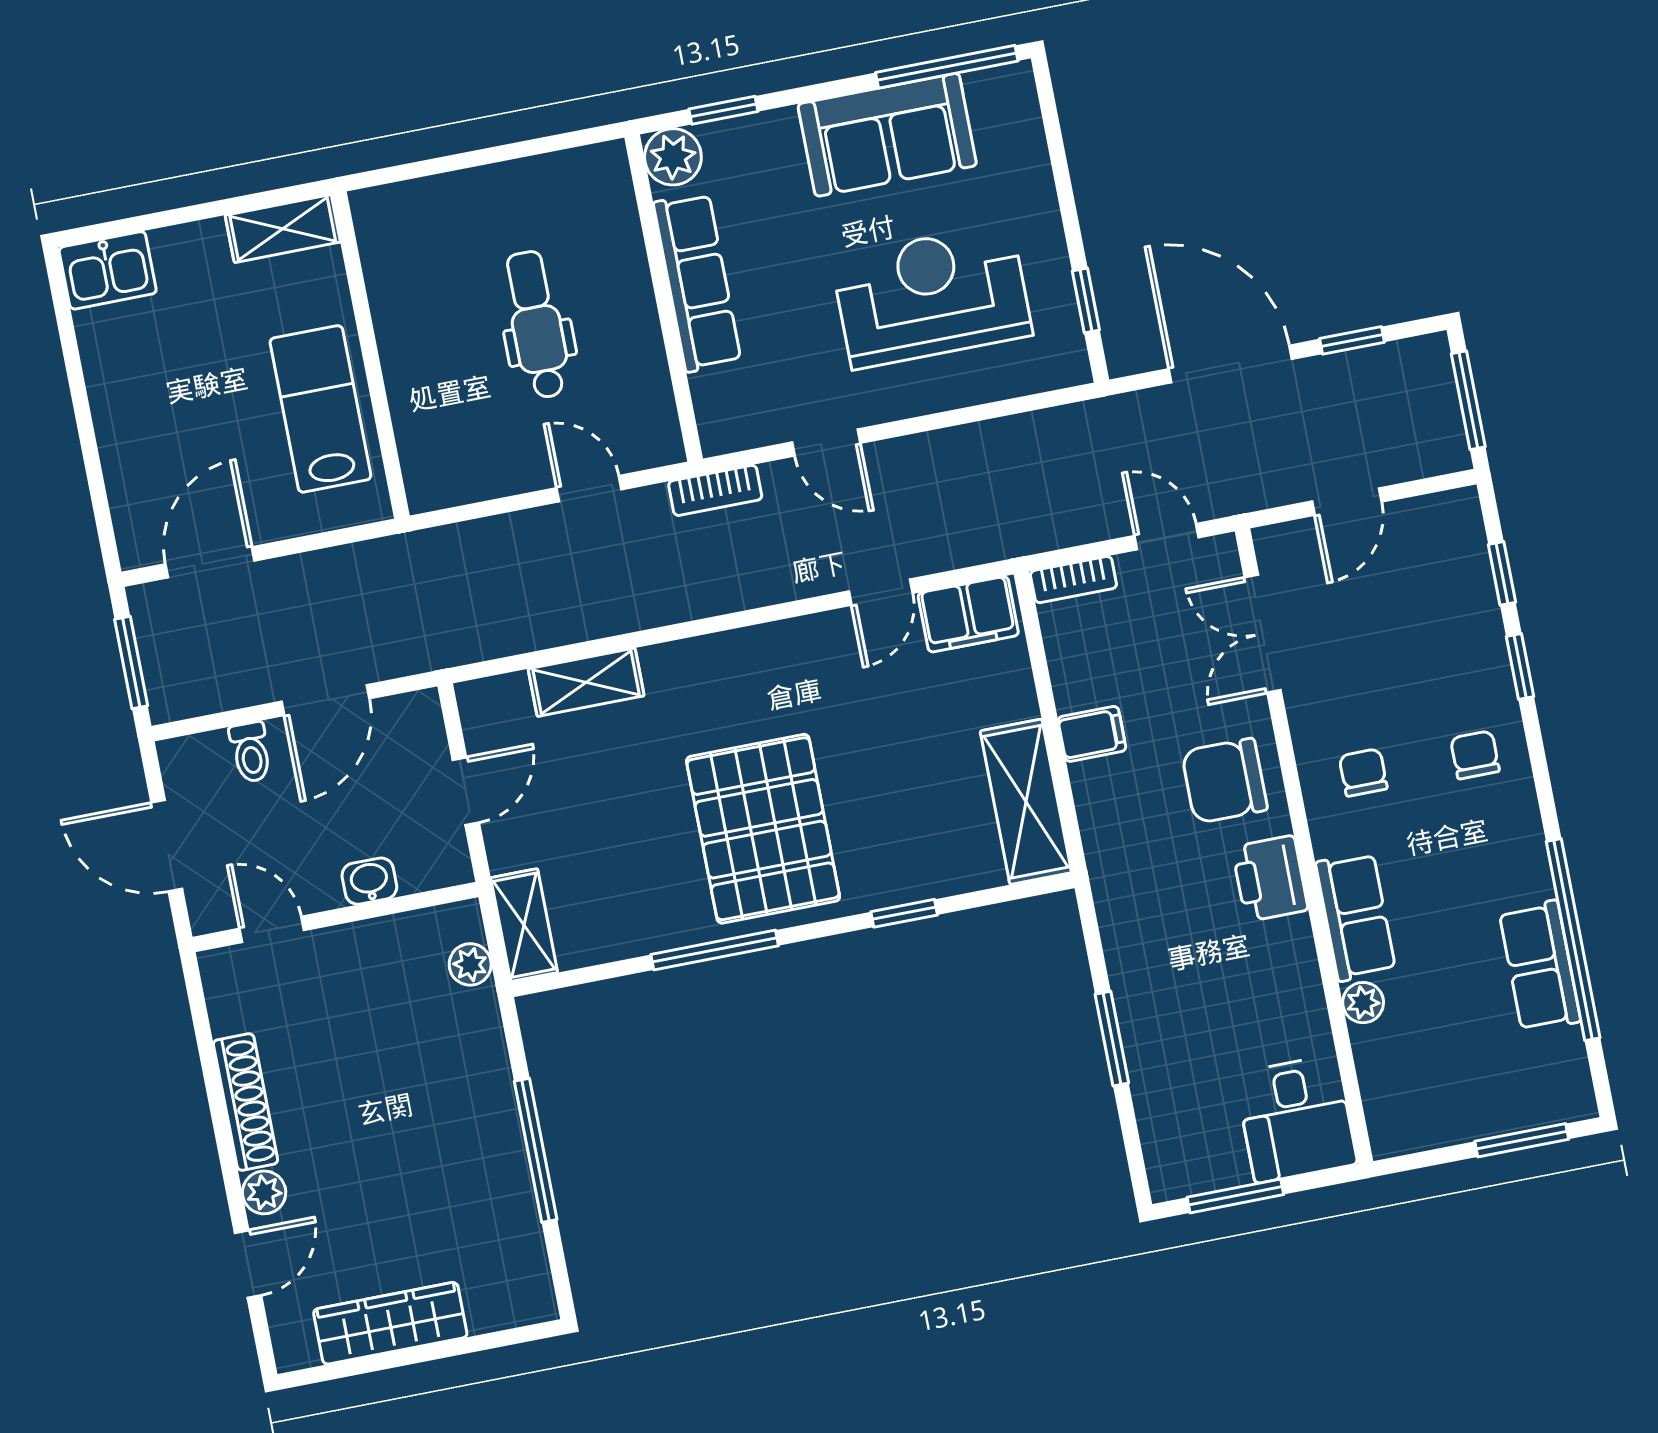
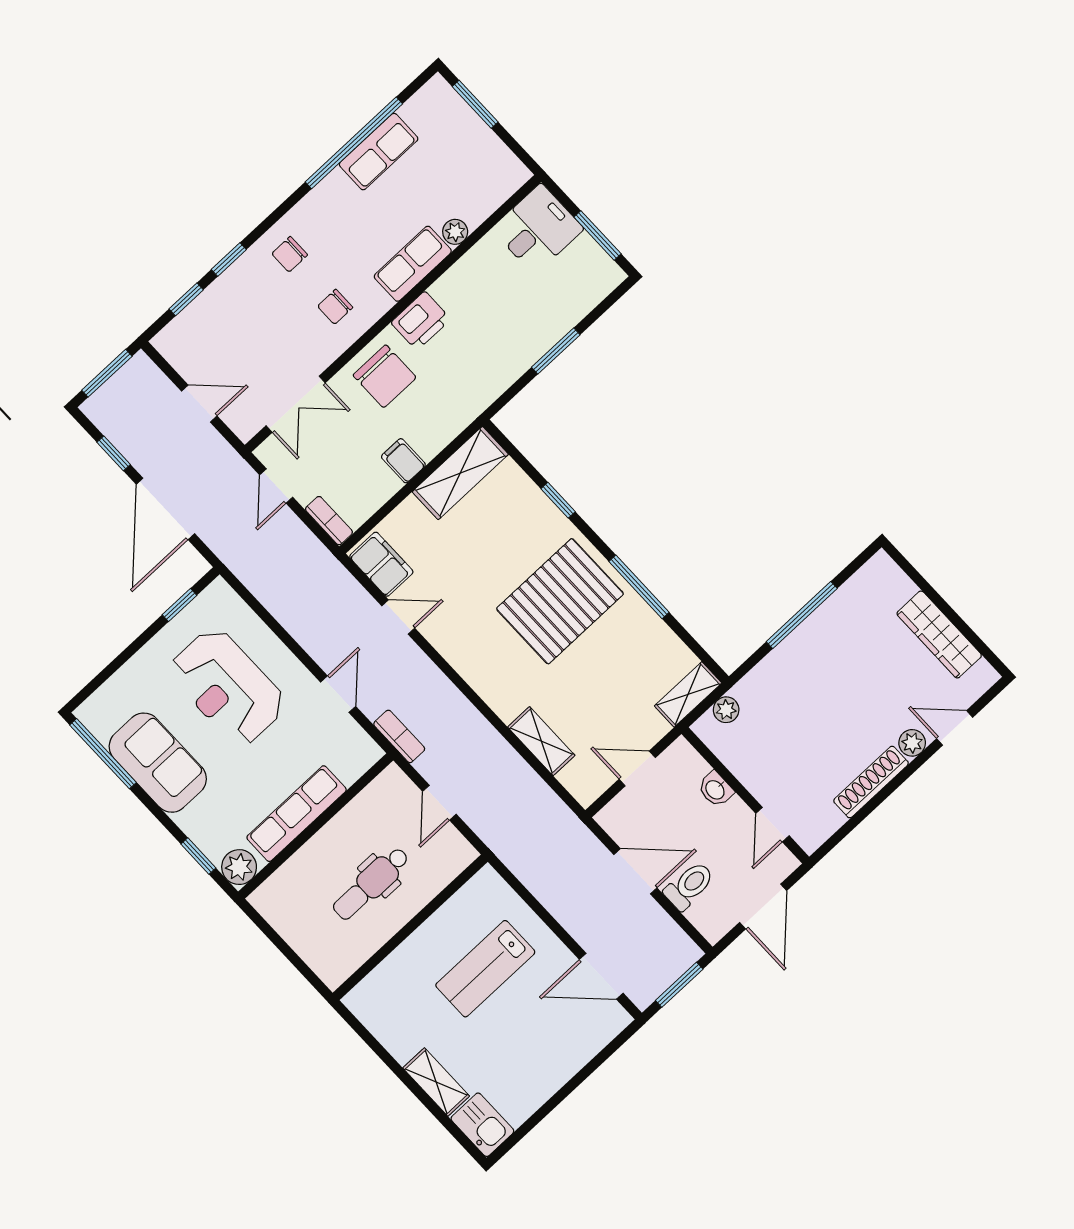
shelving: (283, 229) -> (436, 1082), moved
wall: (370, 355) -> (410, 927), moved
toilet: (251, 752) -> (689, 886), width x1.37, depth x1.39

